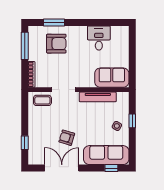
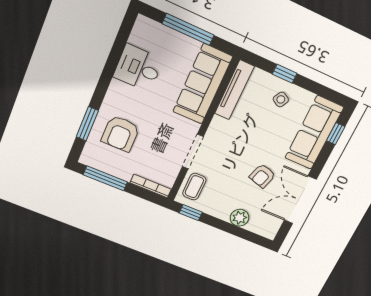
armchair: (56, 44) -> (120, 134), turned 180
window: (132, 56) -> (188, 29), added
sofa: (112, 78) -> (203, 84), width x1.36
tv unit: (98, 97) -> (234, 90), moved
plant: (34, 137) -> (240, 218), added
window: (25, 143) -> (191, 213), moved

